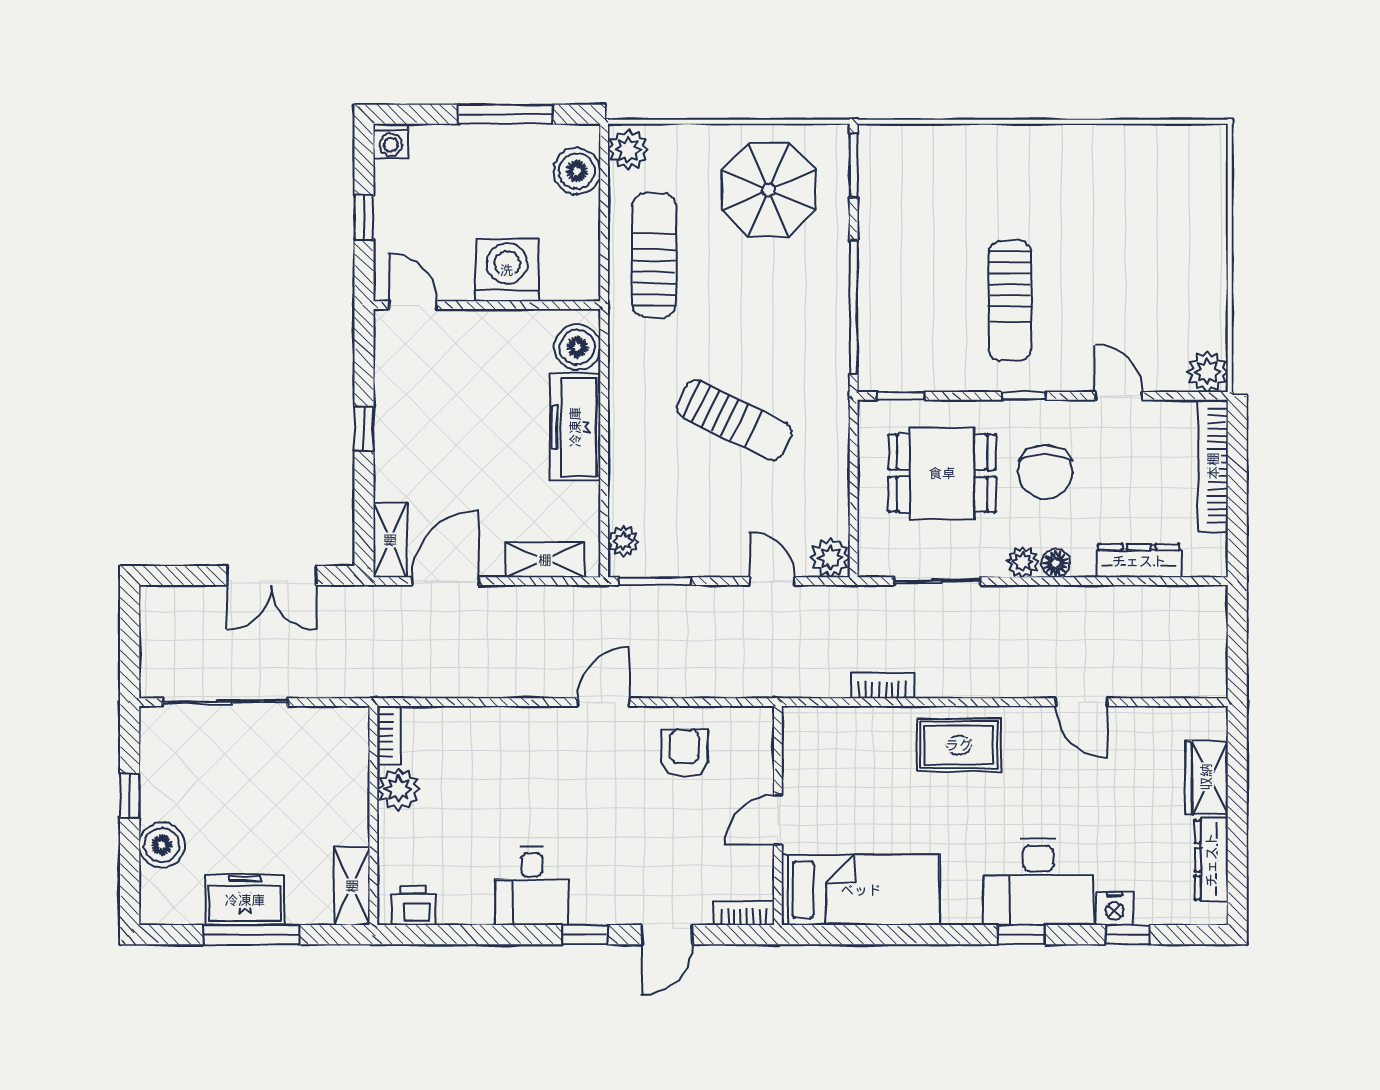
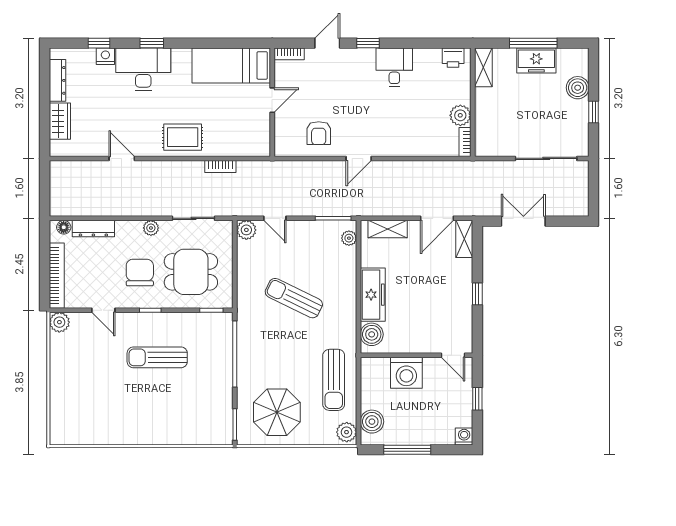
sun lounger: (1010, 301) -> (157, 357), turned -90
floor lamp: (1056, 563) -> (64, 227), moved

